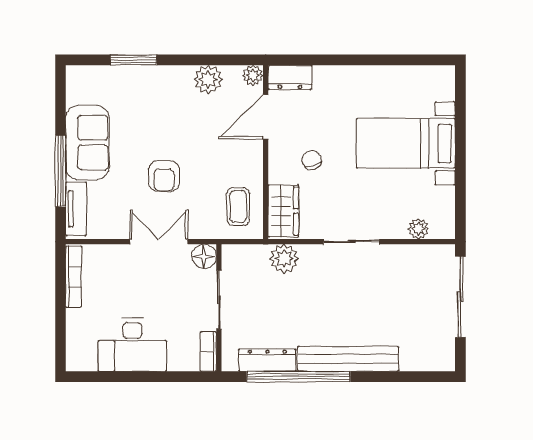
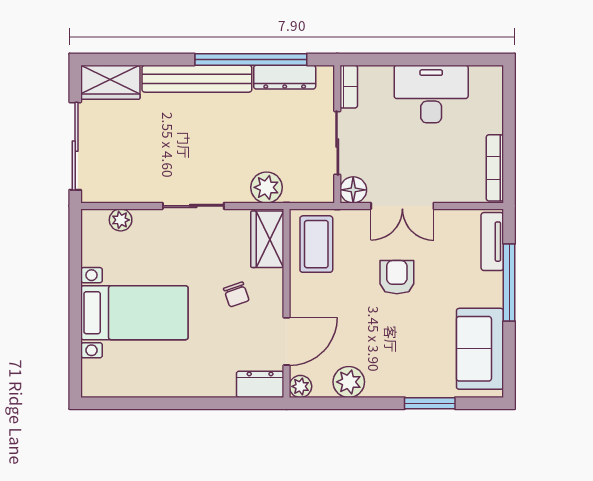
sofa: (87, 143) -> (480, 349), moved
coffee table: (238, 206) -> (316, 244), width x1.36, depth x1.30
wardrobe: (428, 356) -> (110, 82), added

